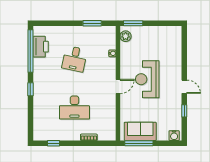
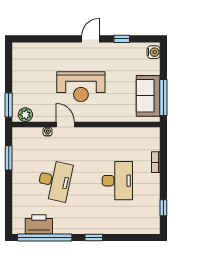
desk: (74, 59) -> (55, 181), width x1.37
door: (118, 86) -> (65, 125), moved

